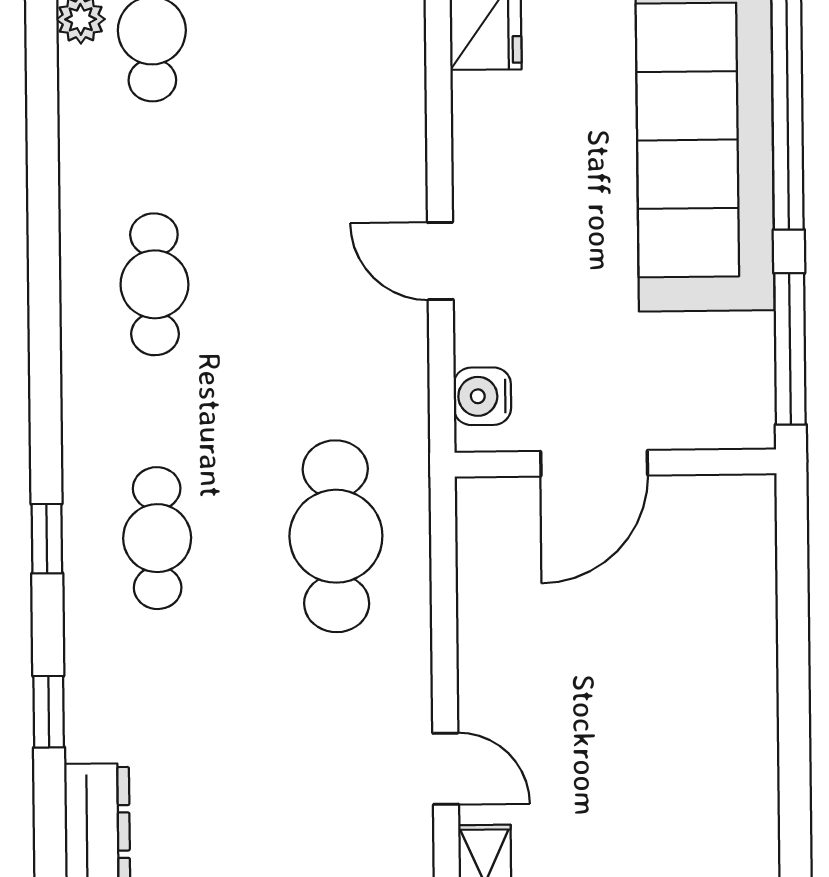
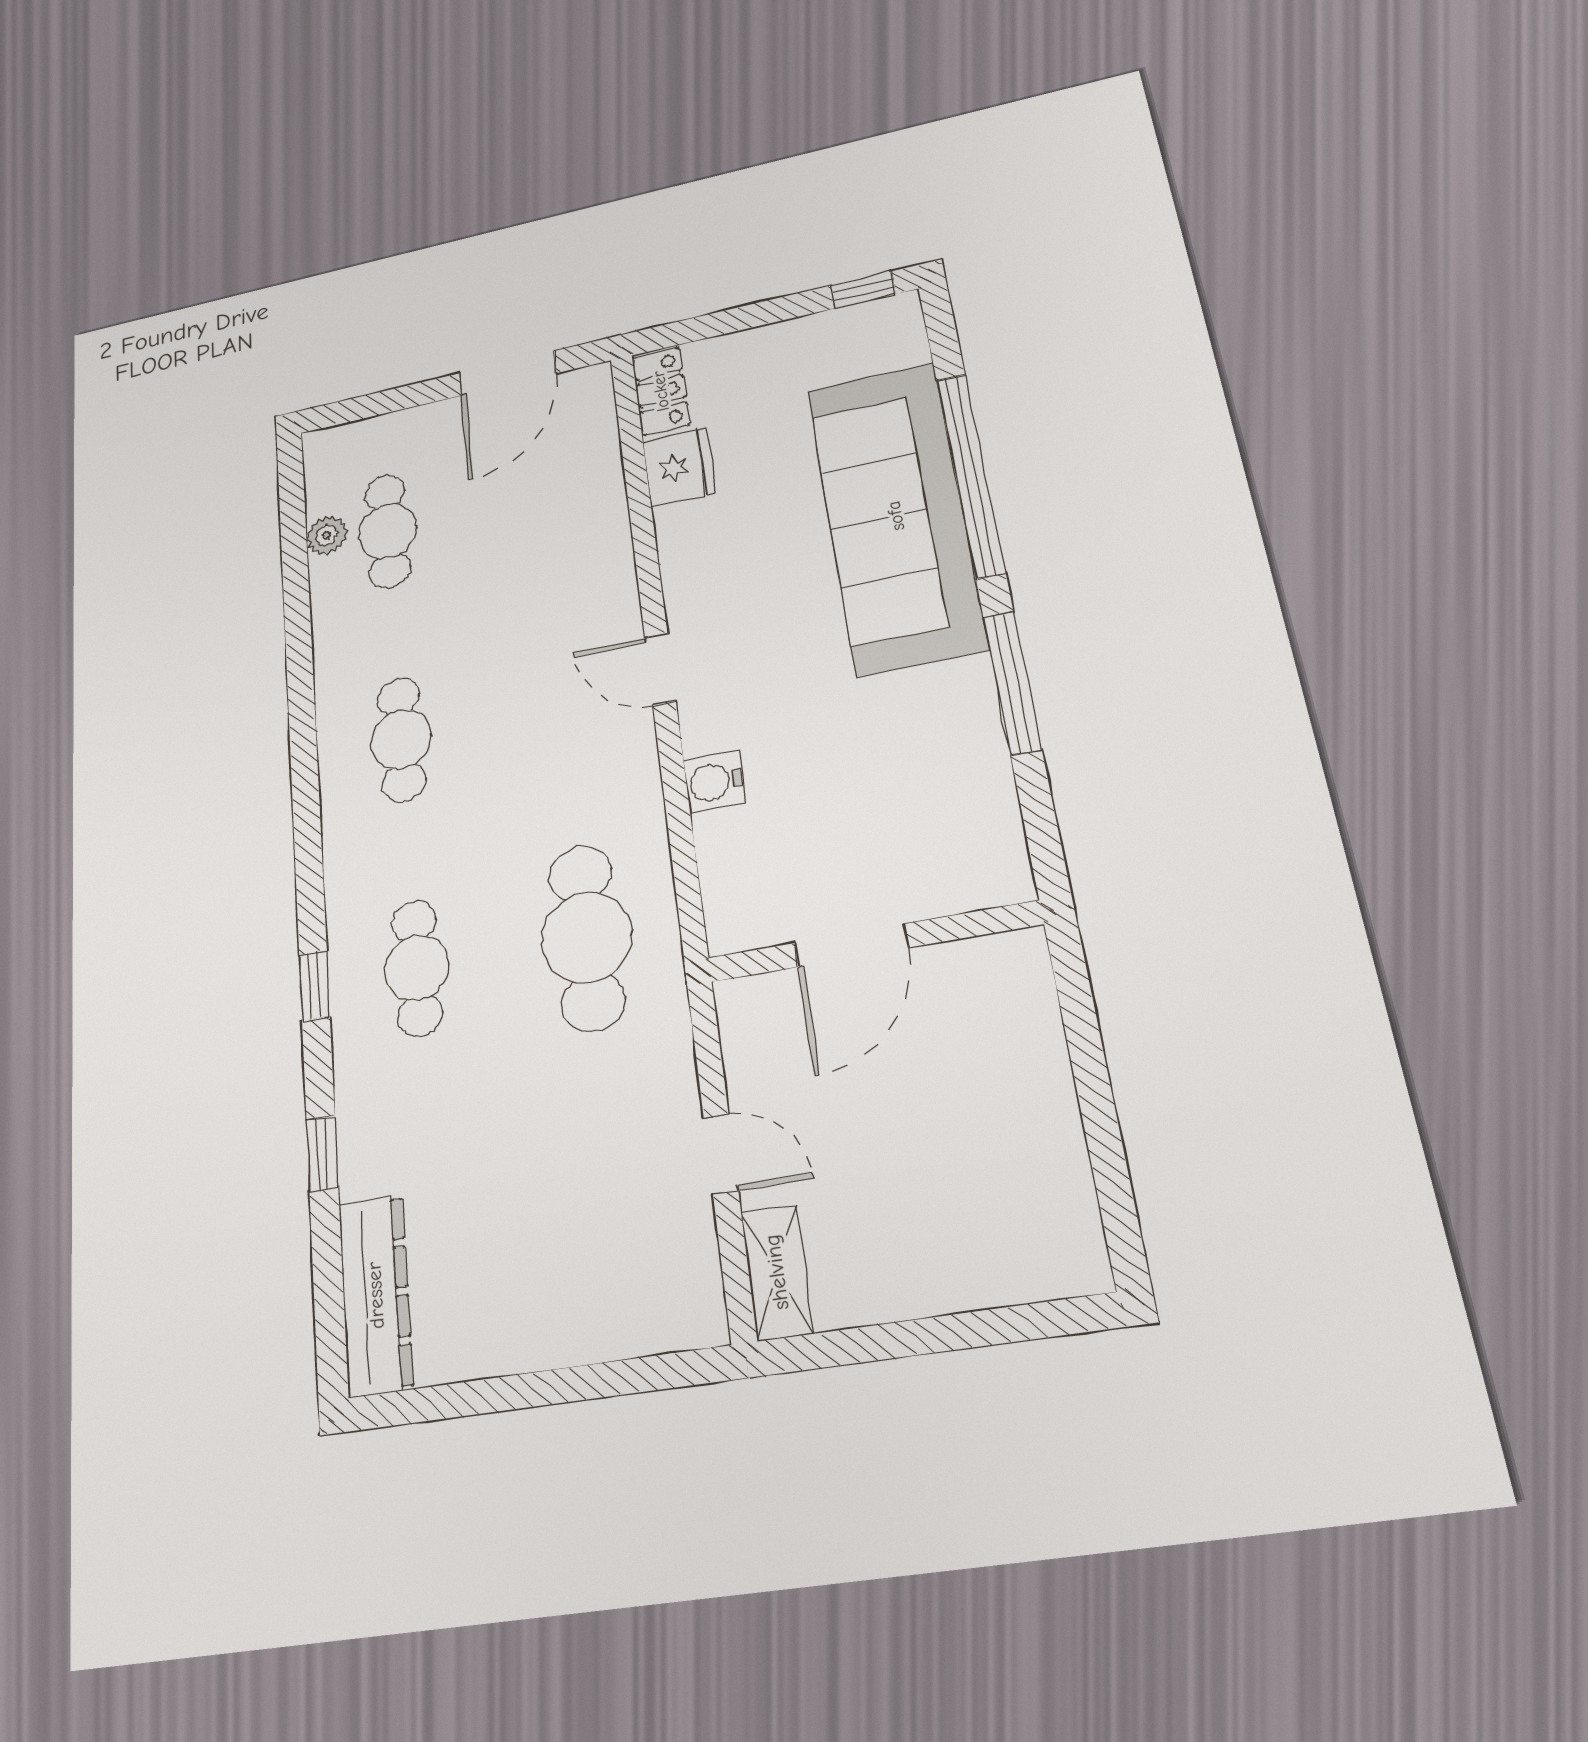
door: (594, 463) -> (851, 945), moved
wall: (615, 463) -> (873, 941), moved

